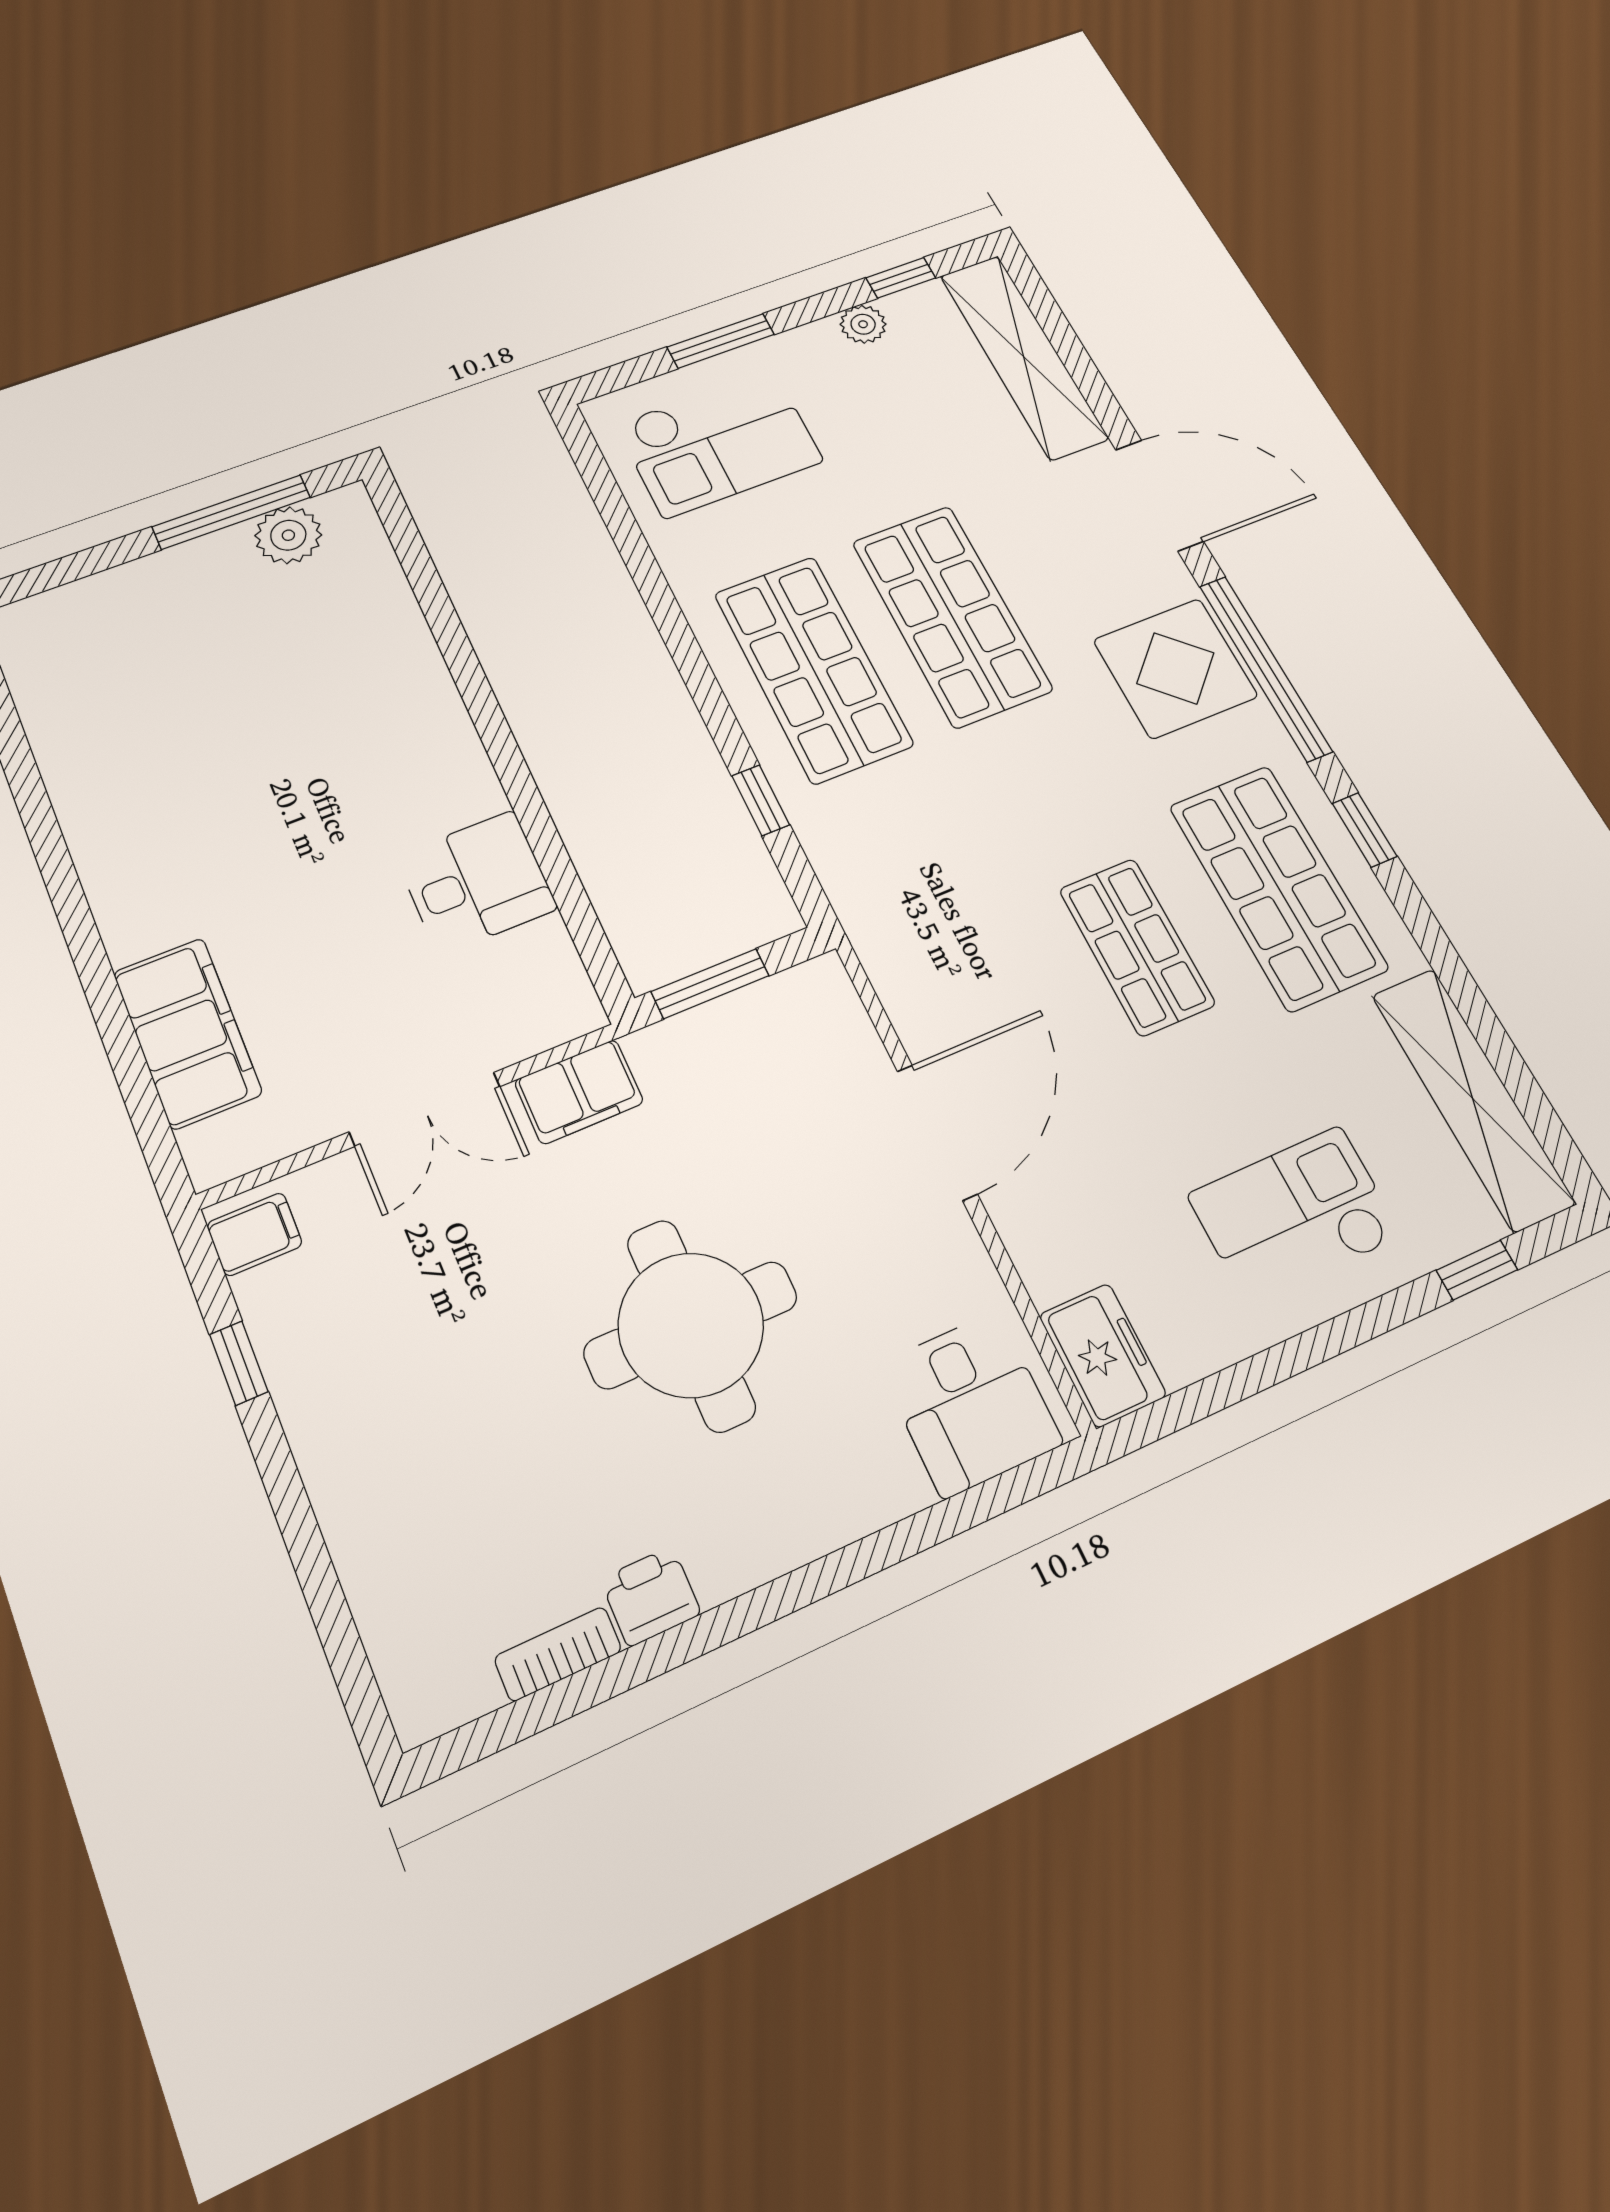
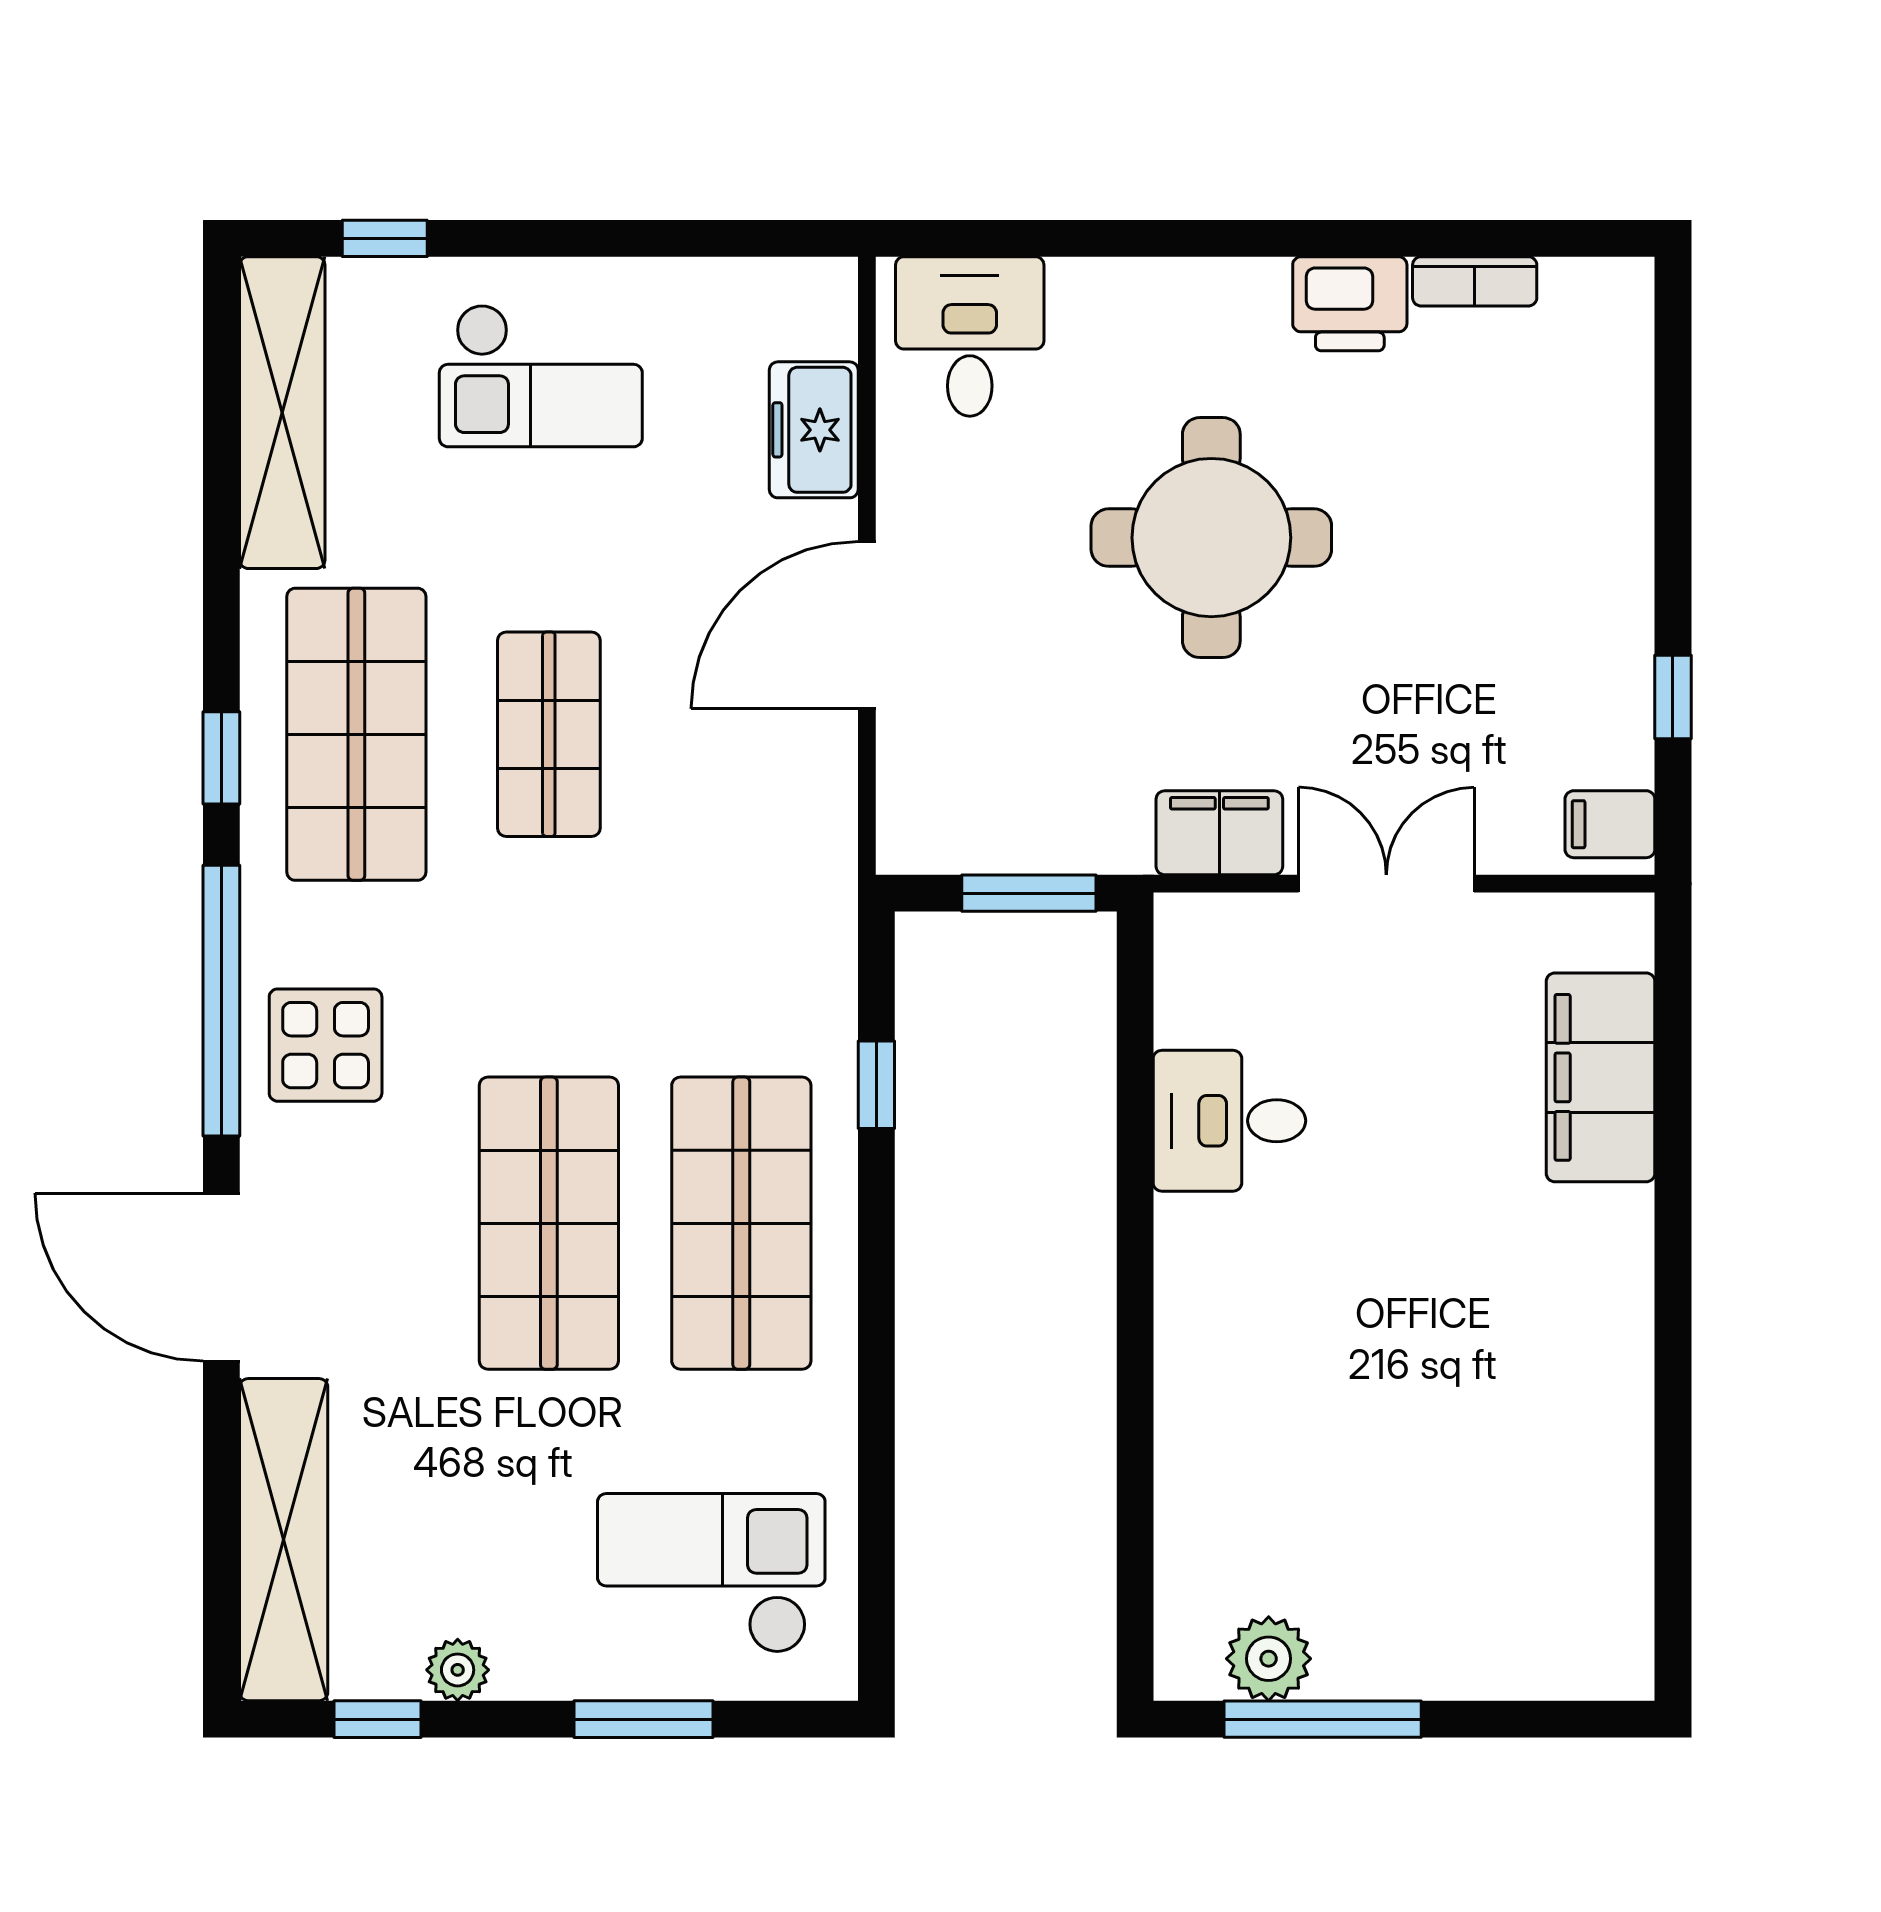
display table: (1175, 668) -> (326, 1045), width x0.73, depth x0.73
freezer: (1103, 1355) -> (814, 430), moved
printer: (651, 1596) -> (1350, 304), width x1.36, depth x1.24

